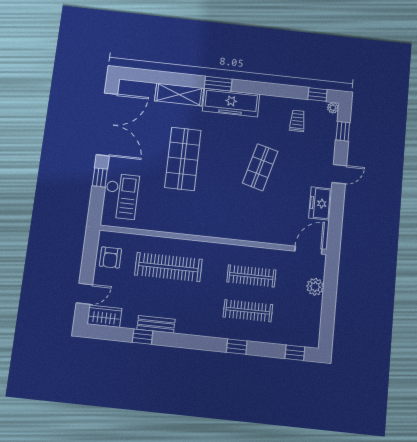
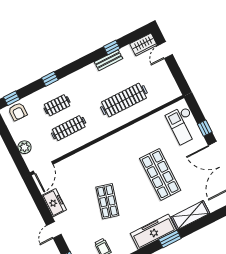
armchair: (110, 257) -> (18, 112), moved, turned 180
clothes rail: (248, 311) -> (57, 105), width x0.73

